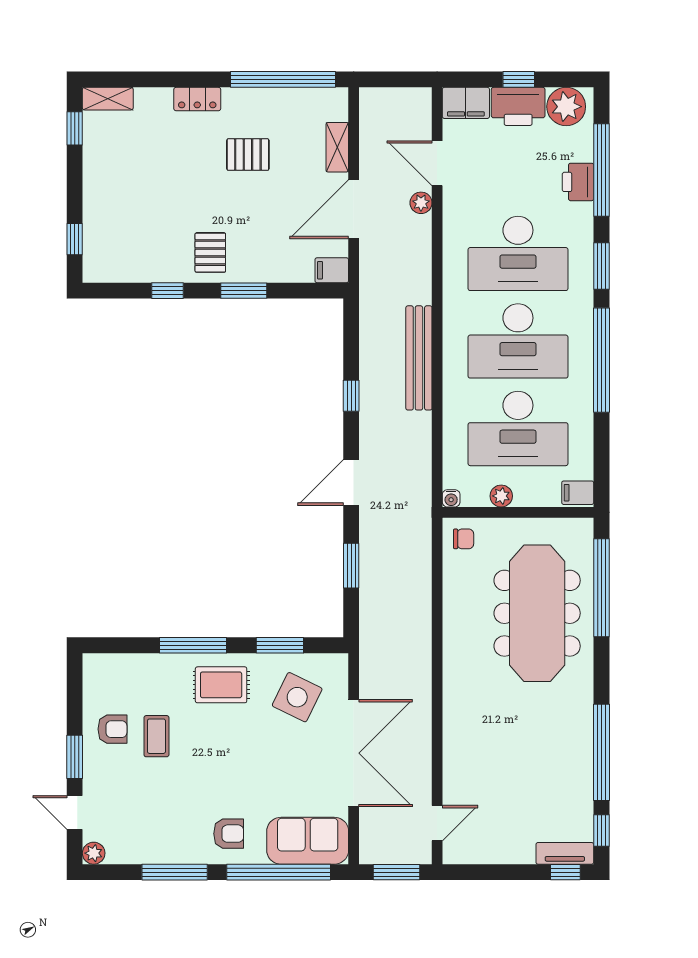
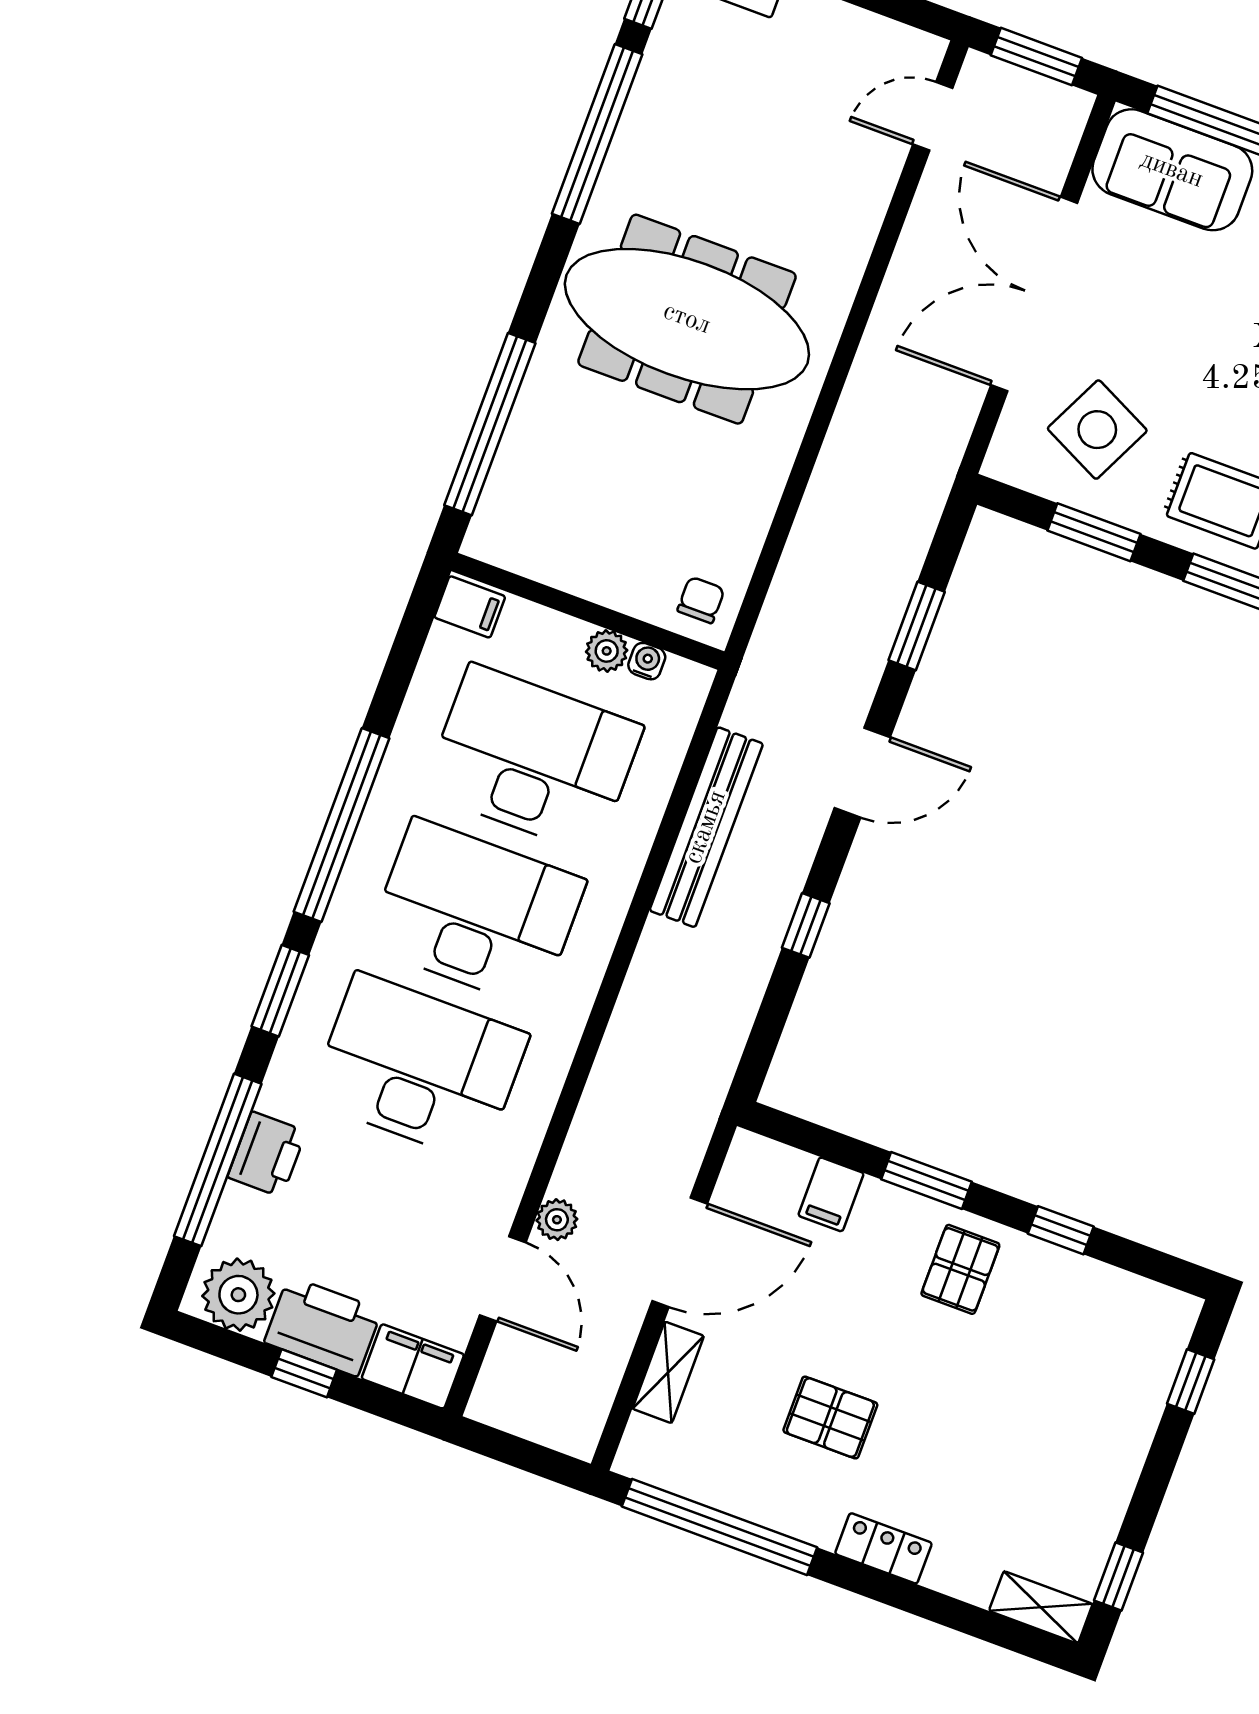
filing cabinet: (332, 270) -> (831, 1194), moved, turned 90
bench: (419, 358) -> (706, 827), moved
water cooler: (451, 498) -> (647, 661), moved
chair: (464, 539) -> (701, 600), turned 90
meeting table: (537, 613) -> (687, 319), moved, turned 90

